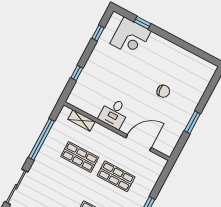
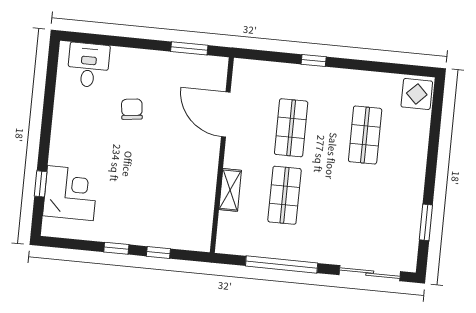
window: (98, 33) -> (116, 248), moved
desk: (114, 113) -> (88, 65), moved, turned -90
shelving: (81, 120) -> (230, 190), moved
window: (192, 122) -> (189, 48), moved

